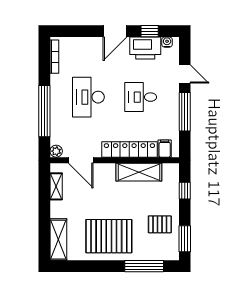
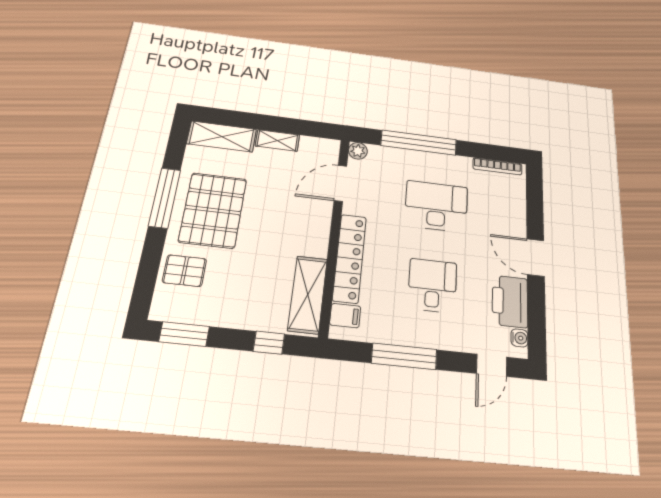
window: (150, 31) -> (536, 311), removed
door: (185, 74) -> (492, 365), moved
shelving: (139, 172) -> (308, 294), moved
shelving: (56, 186) -> (277, 140), moved
pallet: (160, 224) -> (184, 271), moved, turned 90
window: (144, 266) -> (165, 198), moved

